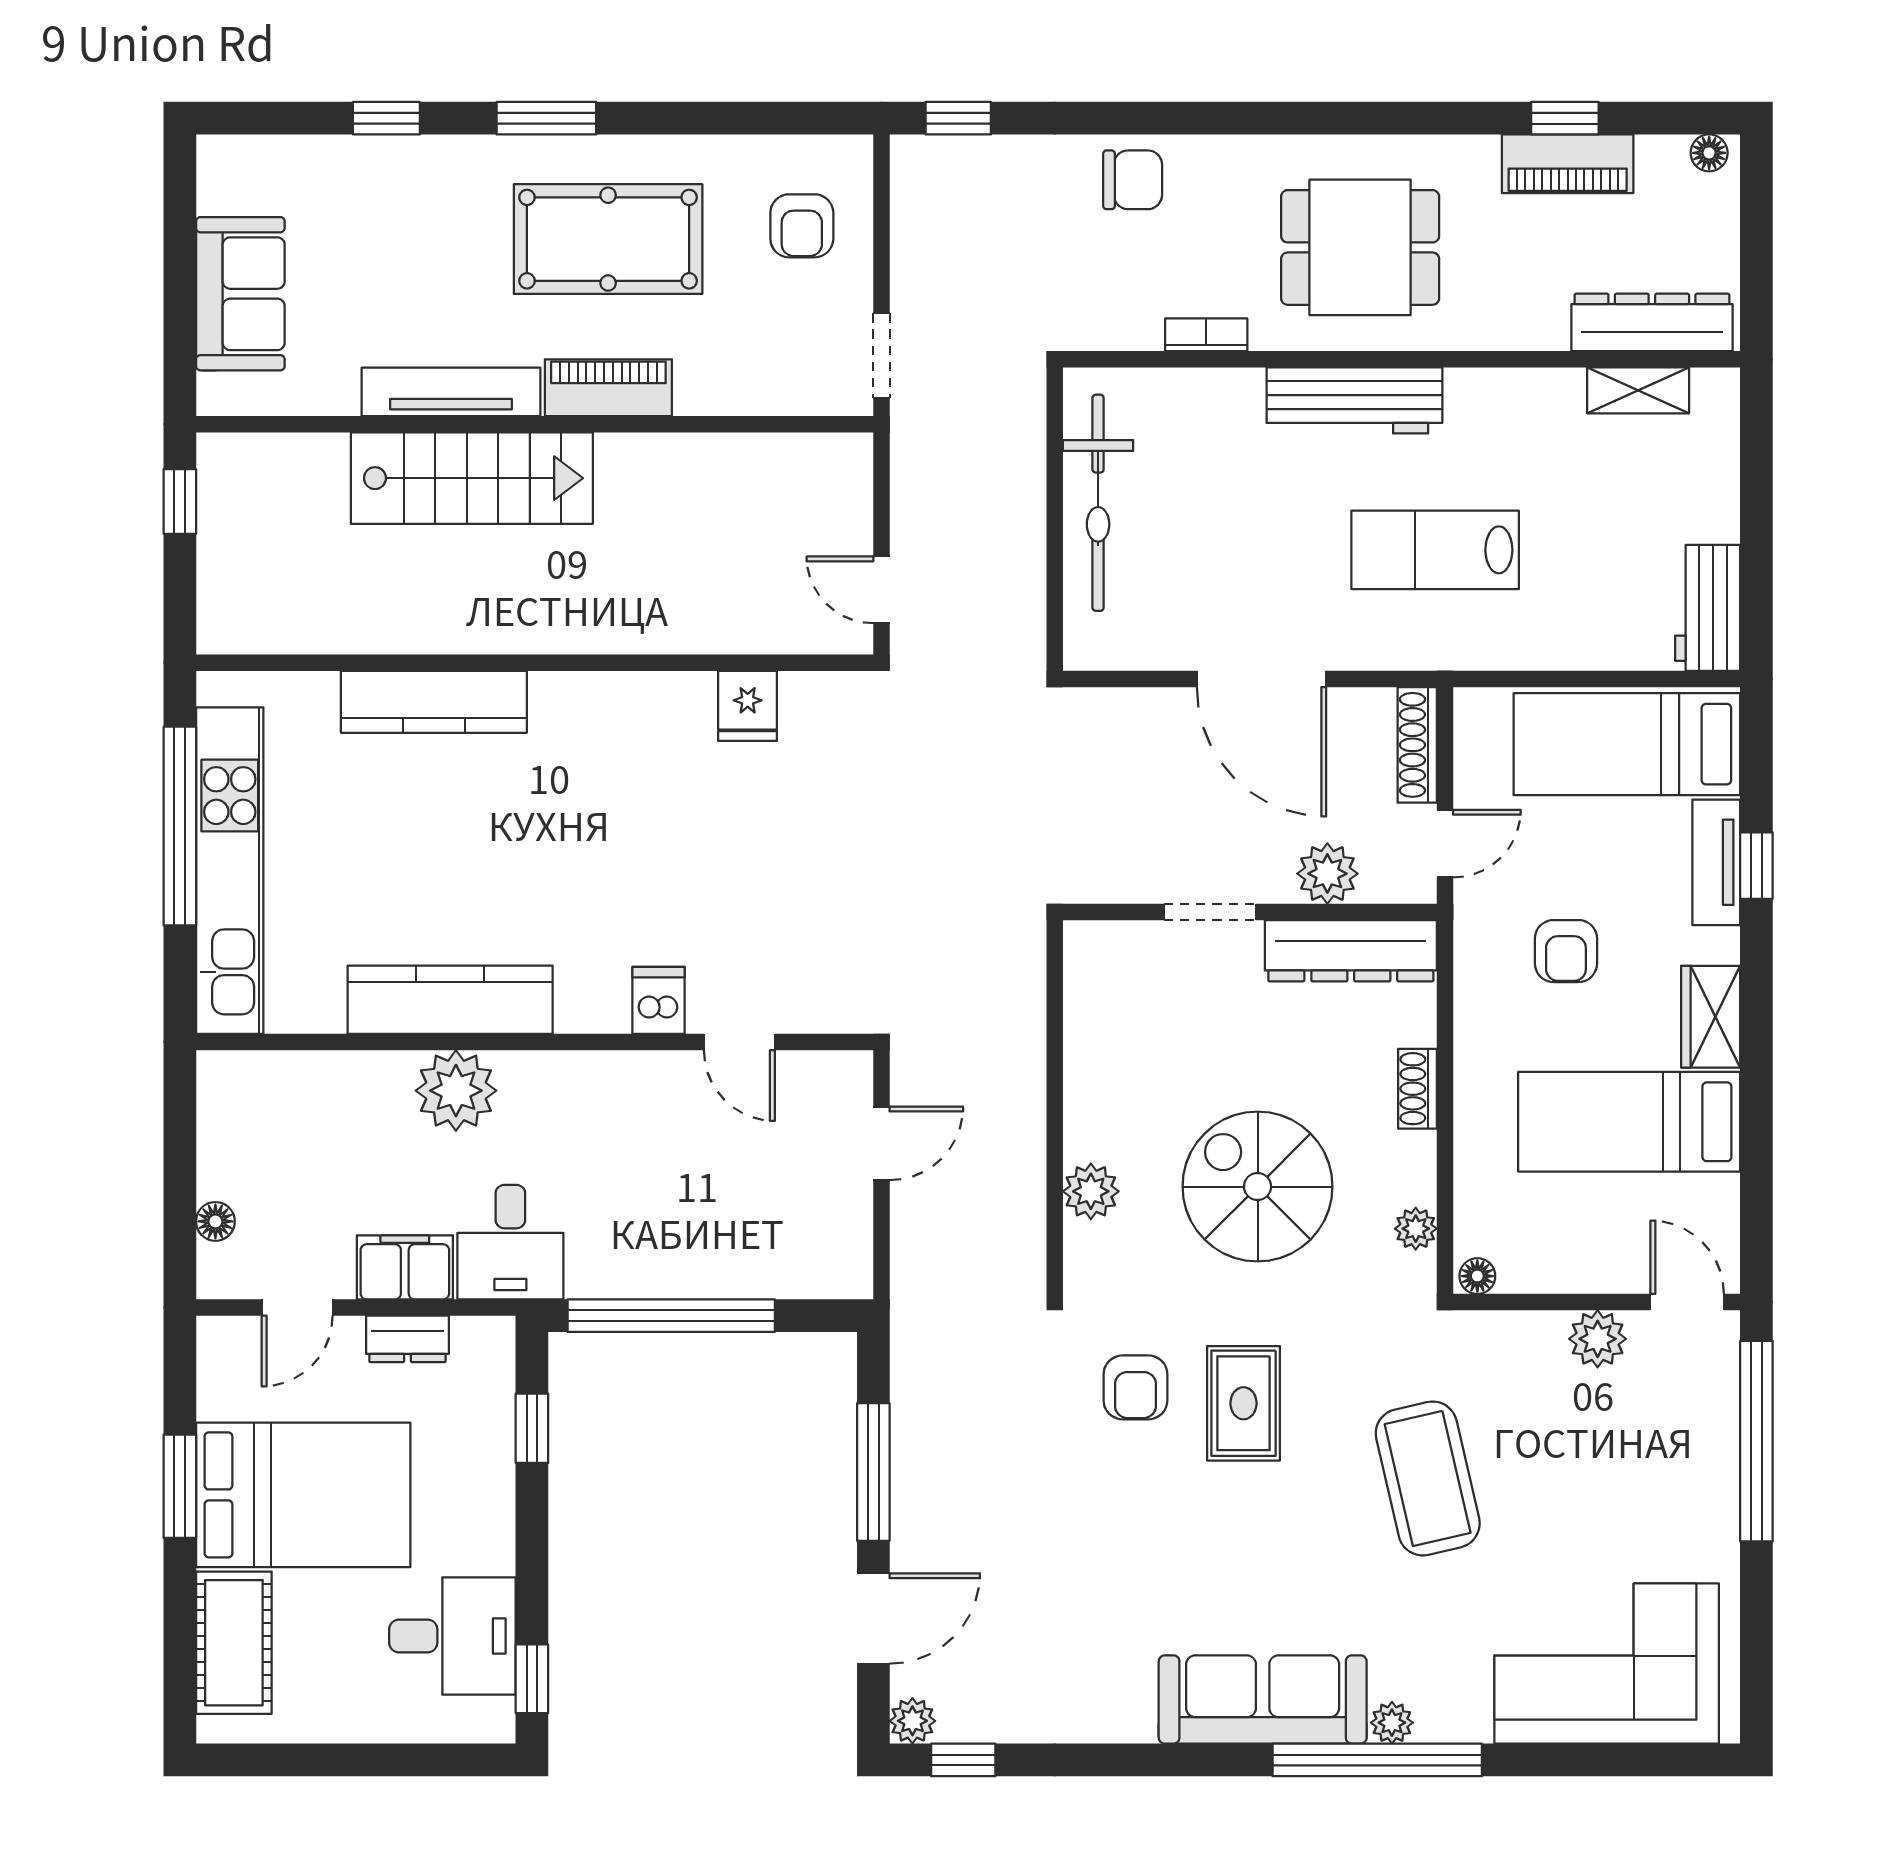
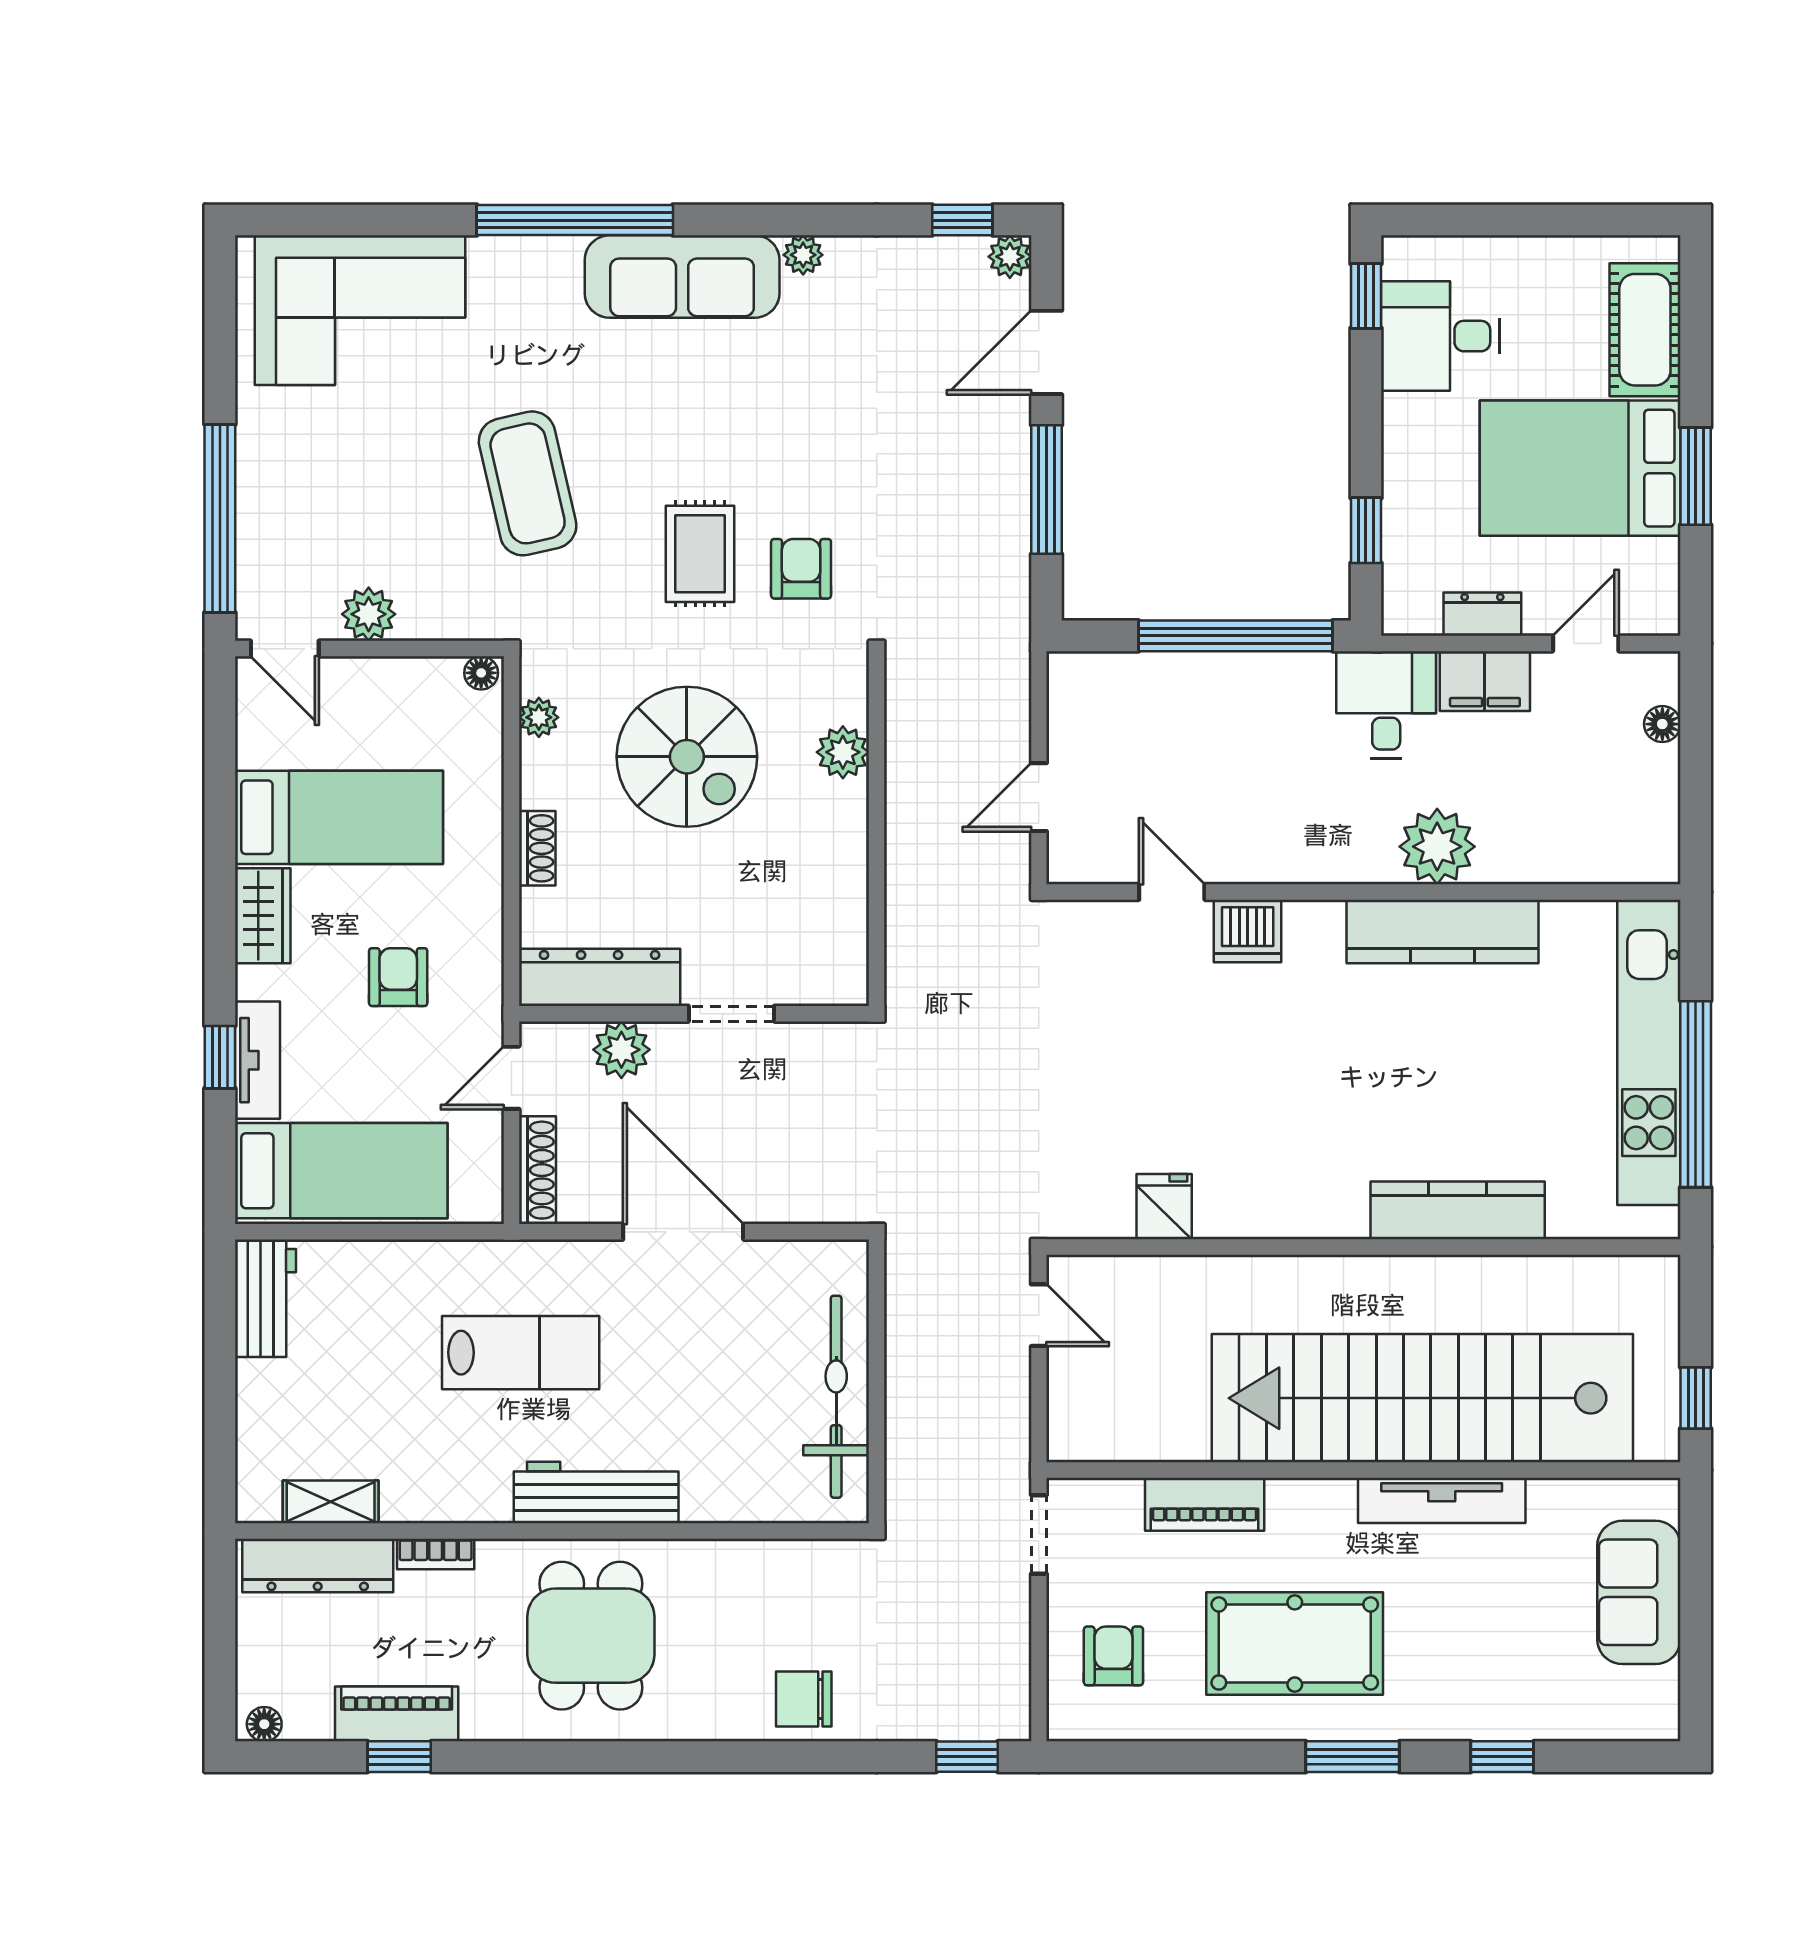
dining table: (1360, 247) -> (591, 1636), turned 90
bookcase: (1206, 335) -> (436, 1554), moved
piano: (608, 388) -> (1205, 1504), moved
stairs: (472, 478) -> (1422, 1398), width x1.86, depth x1.51
dishwasher: (658, 1000) -> (1248, 931), width x1.38
plant: (1392, 1723) -> (803, 255), moved

